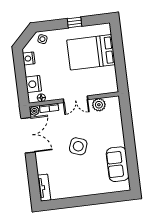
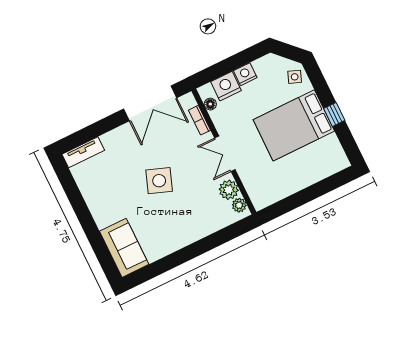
bed: (91, 52) -> (294, 125), moved, turned -90
nightstand: (29, 58) -> (245, 74), moved
plant: (34, 111) -> (239, 205), moved
sofa: (118, 164) -> (124, 248), moved, turned 90

